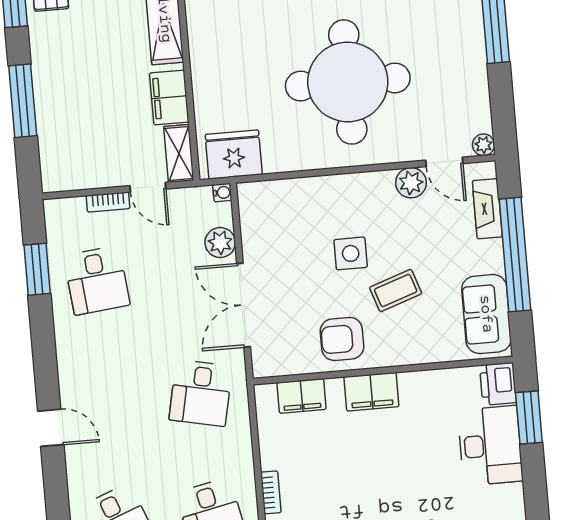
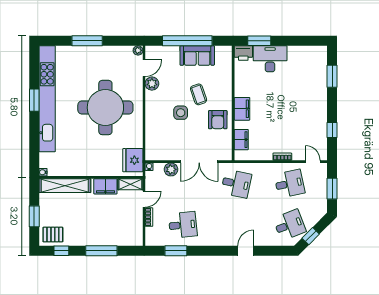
fireplace: (487, 209) -> (166, 51), removed
sofa: (486, 314) -> (197, 55), moved

